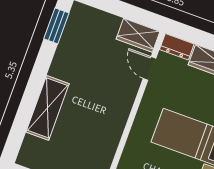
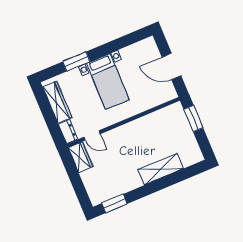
door: (150, 68) -> (92, 135), hinge flipped

